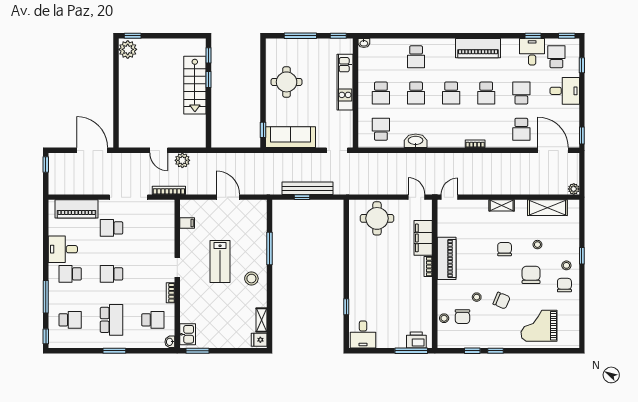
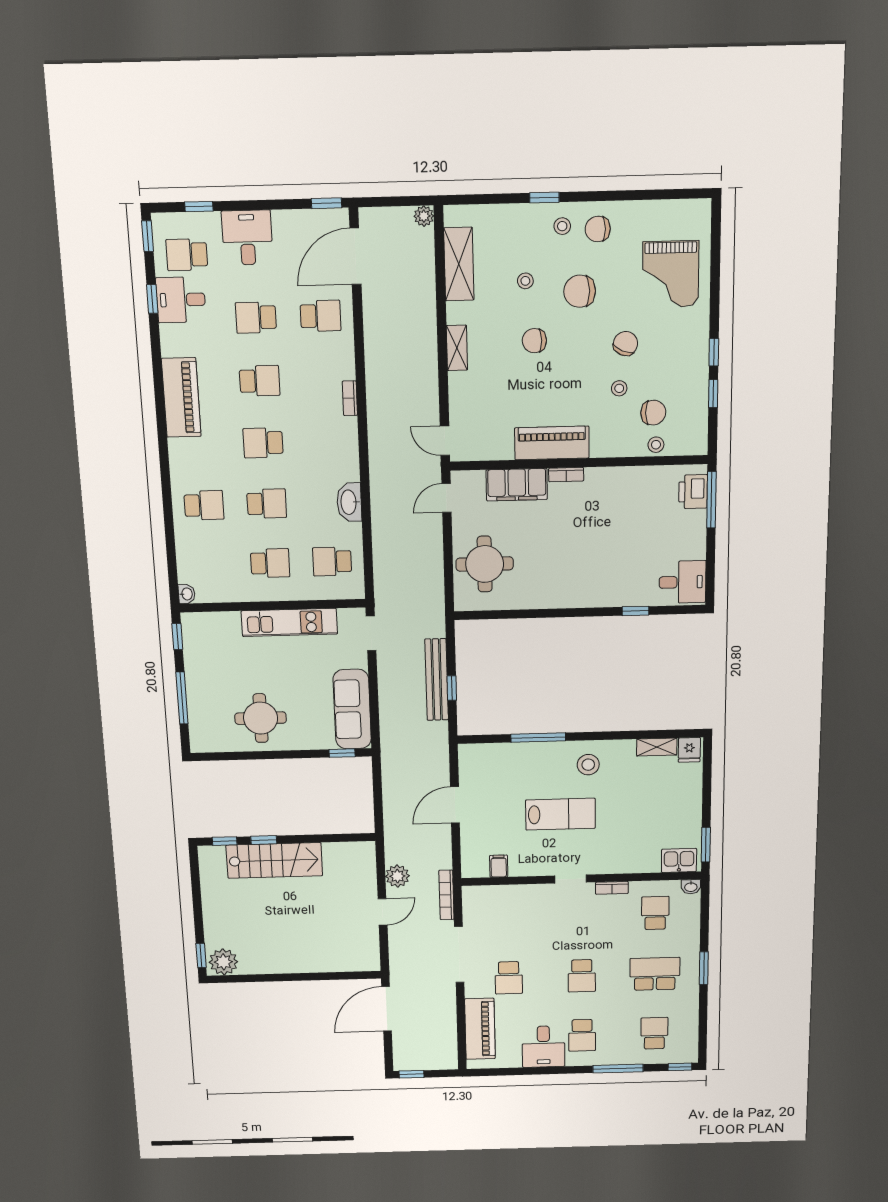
kitchen unit: (345, 82) -> (289, 622), moved
school desk: (451, 93) -> (263, 443), turned 180

